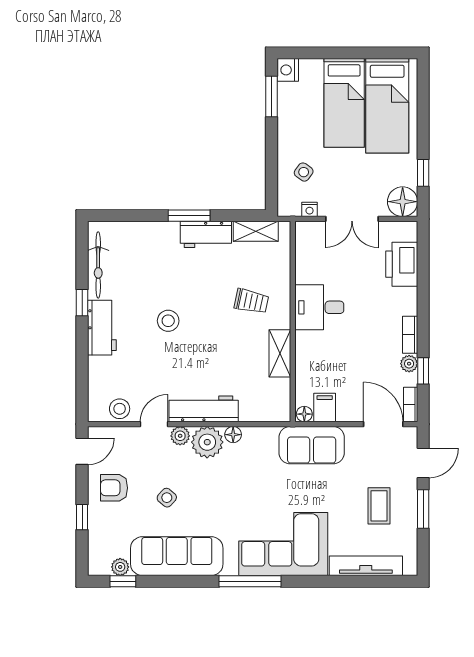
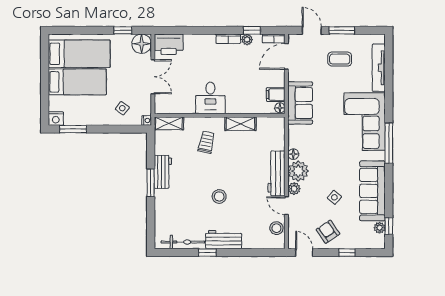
nightstand: (310, 209) -> (147, 120), moved
shelving: (256, 231) -> (169, 123), moved, turned 90
printer: (402, 264) -> (169, 44), moved
armchair: (114, 488) -> (328, 232), turned 146

